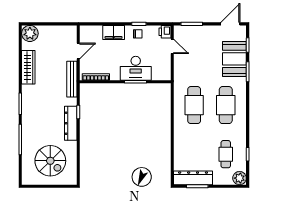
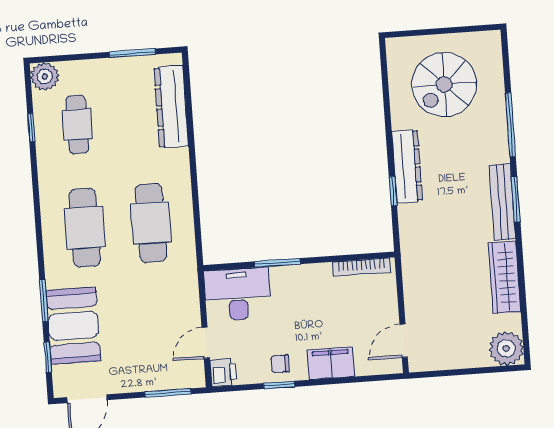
door: (172, 46) -> (206, 343), hinge flipped
door: (78, 51) -> (404, 341), moved
desk: (136, 68) -> (238, 294), moved
bench: (72, 79) -> (502, 202), moved
spiral stairs: (50, 161) -> (444, 84), turned -90
dresser: (193, 178) -> (171, 107), moved, turned 90

